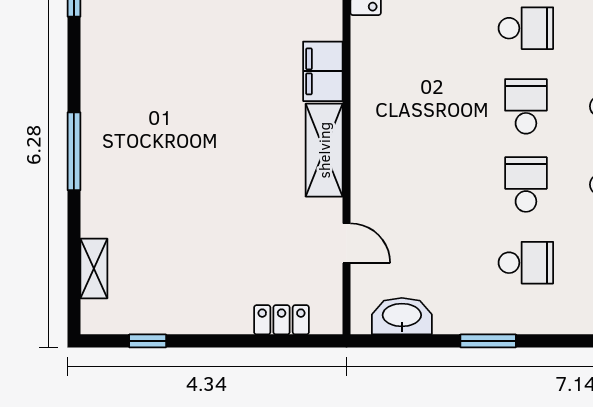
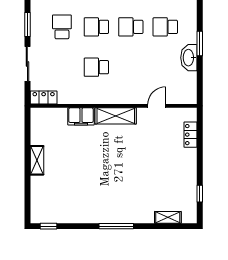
school desk: (435, 106) -> (96, 67), added
school desk: (526, 263) -> (165, 27), turned -90
washbasin: (402, 316) -> (189, 58), moved

